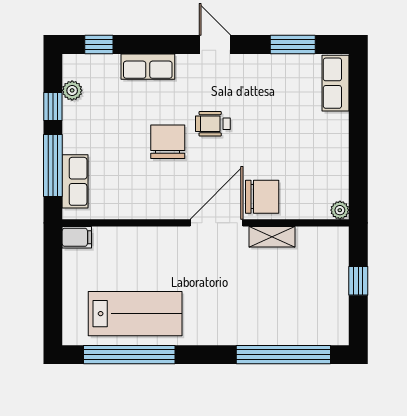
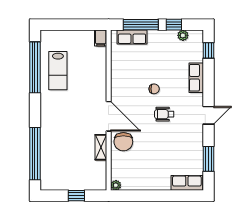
wheelchair: (213, 124) -> (164, 114), turned -90
chair: (168, 142) -> (154, 89), width x0.54, depth x0.54
lab bench: (135, 314) -> (58, 71), width x0.73, depth x0.72

